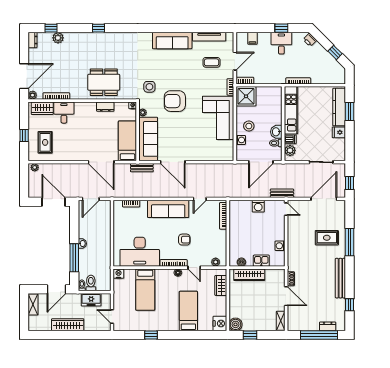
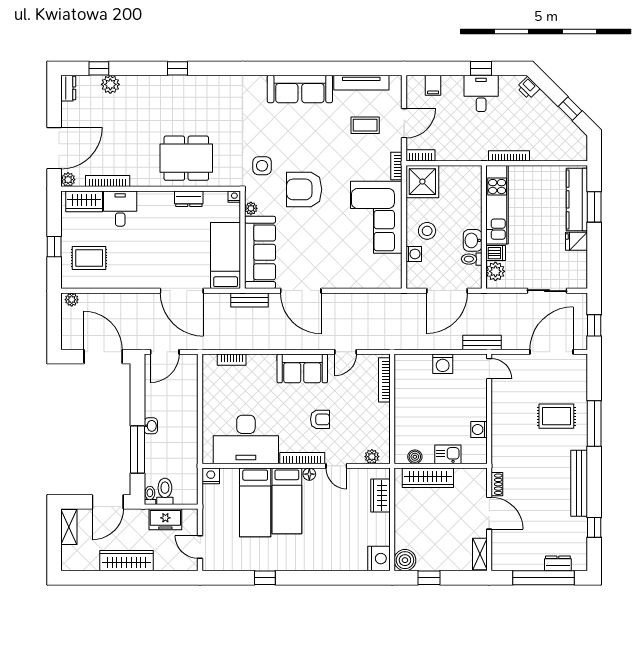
rug: (45, 142) -> (89, 258), turned 90
sofa: (168, 209) -> (302, 368), width x0.73
bed: (188, 311) -> (287, 501), moved, turned 180

